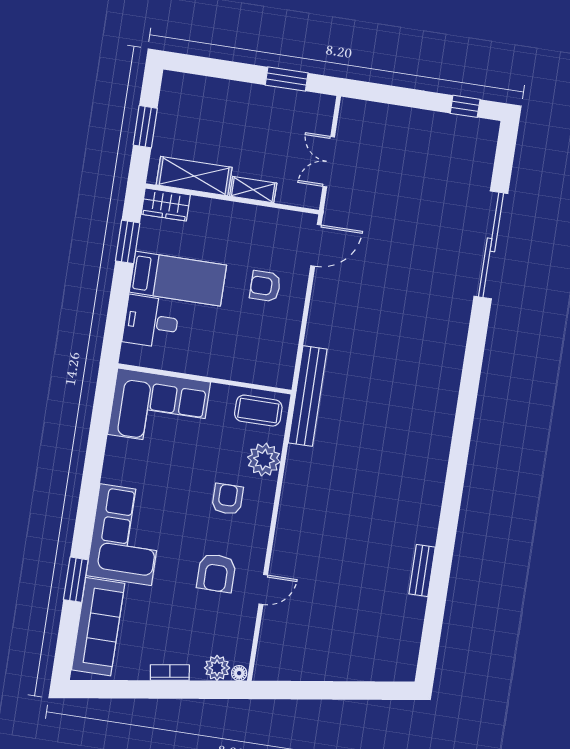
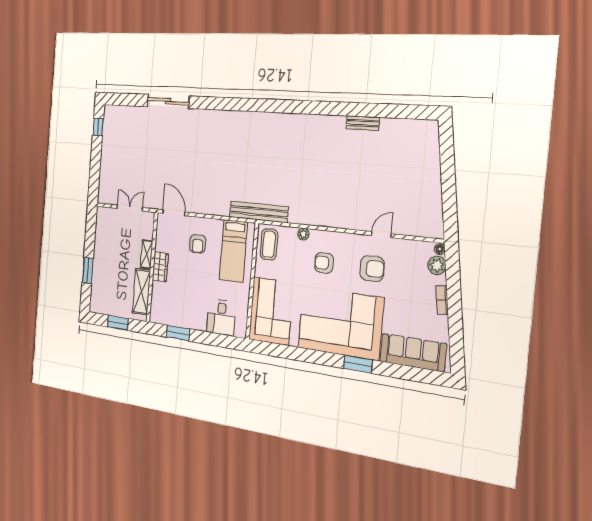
window: (287, 79) -> (88, 271), moved
double door: (329, 162) -> (130, 208), swing flipped
wardrobe: (166, 205) -> (160, 267), moved
sliding door: (491, 245) -> (168, 101), width x0.73
bed: (178, 279) -> (233, 251), moved, turned 180
plant: (264, 460) -> (303, 234), width x0.53, depth x0.53
corner sofa: (126, 535) -> (340, 323), width x1.36, depth x1.36
window: (76, 580) -> (358, 364), moved
door: (263, 589) -> (381, 235), hinge flipped

